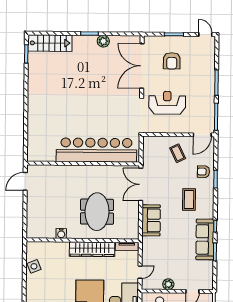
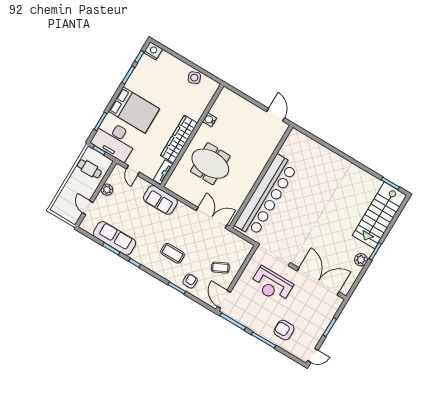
stairs: (50, 43) -> (380, 215), width x1.36, depth x1.51
armchair: (172, 61) -> (284, 330), moved
reception desk: (167, 103) -> (271, 285), turned 90
sofa: (151, 220) -> (160, 200), moved
sofa: (205, 239) -> (114, 238), moved

